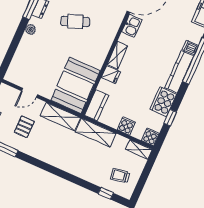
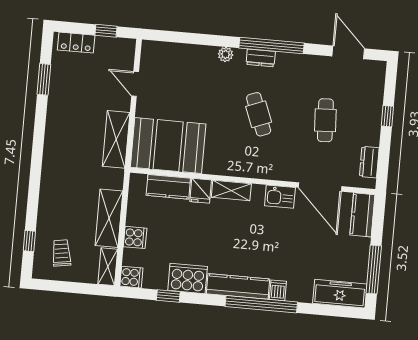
kitchen counter: (97, 105) -> (168, 187), moved
pallet: (24, 127) -> (84, 93), removed
shelving: (96, 133) -> (109, 218), moved

